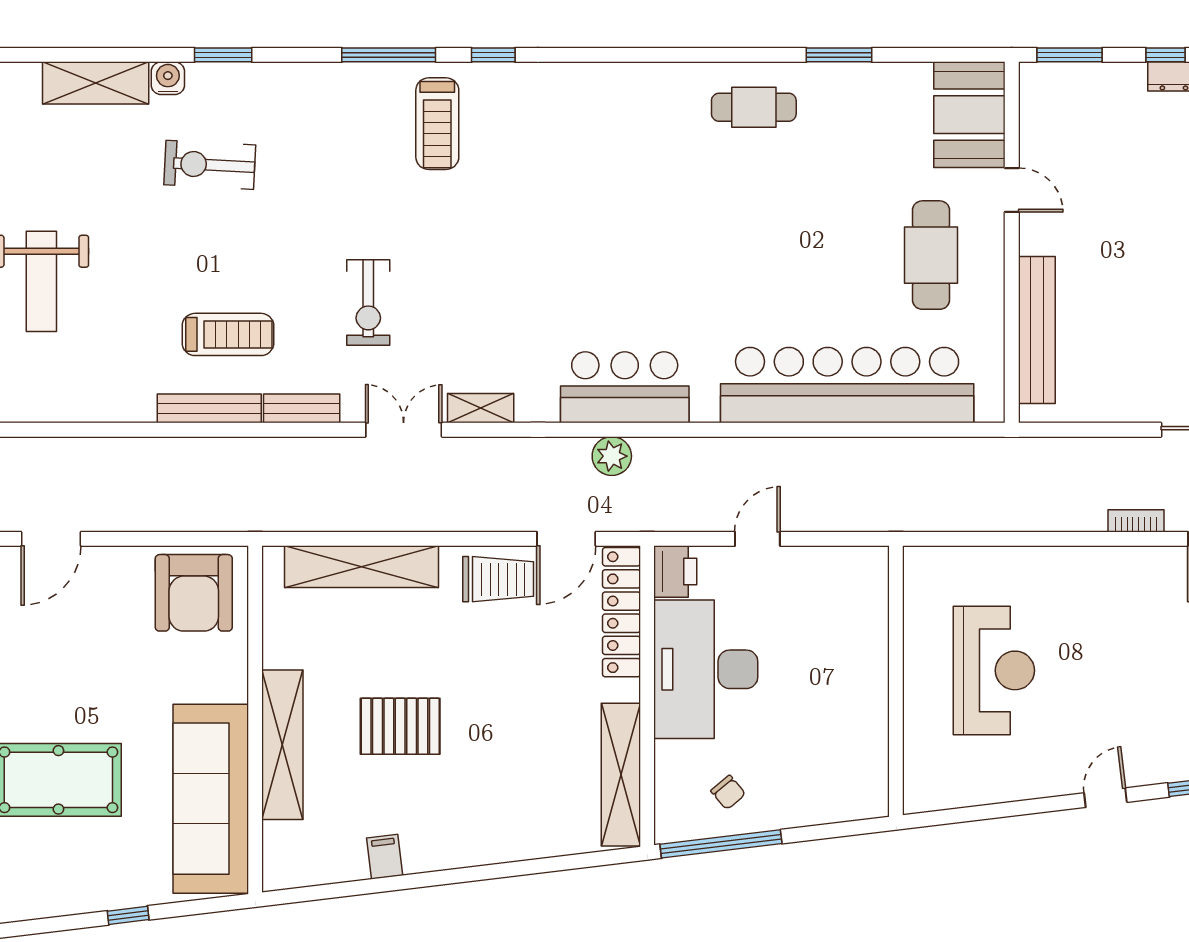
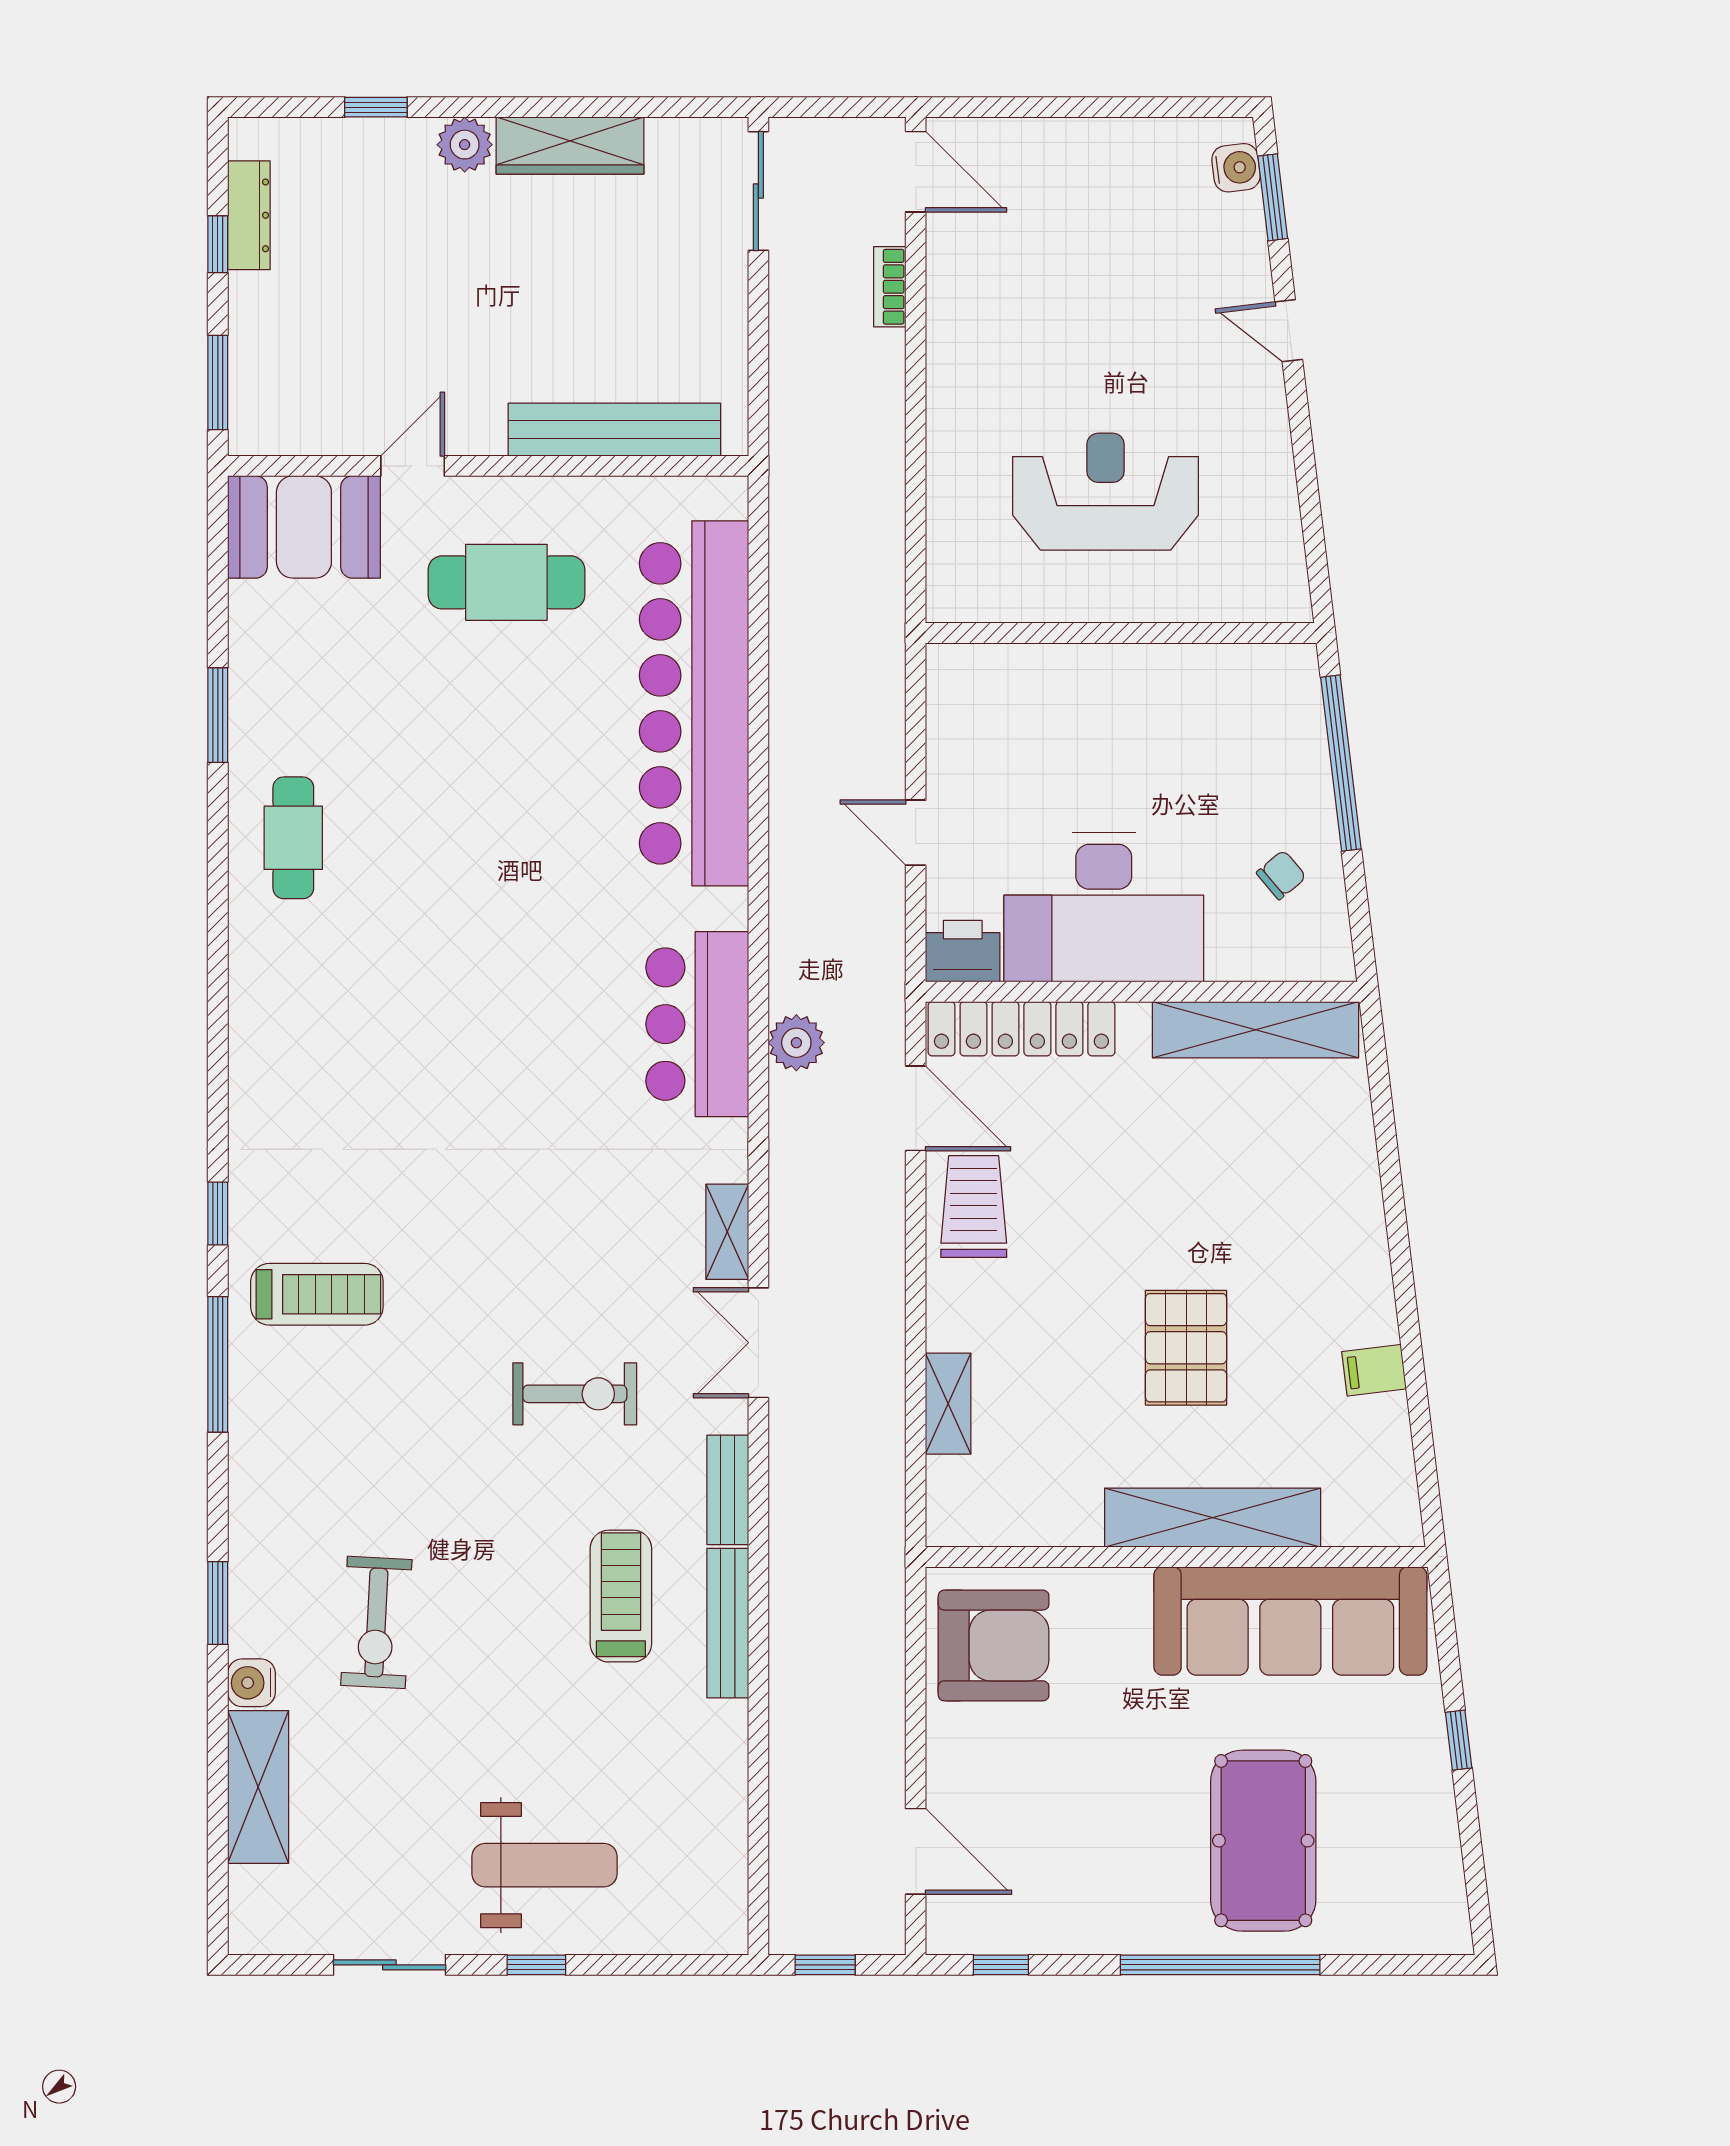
shelving: (361, 567) -> (948, 1404), width x0.45, depth x0.75
window: (721, 844) -> (1341, 763), moved

